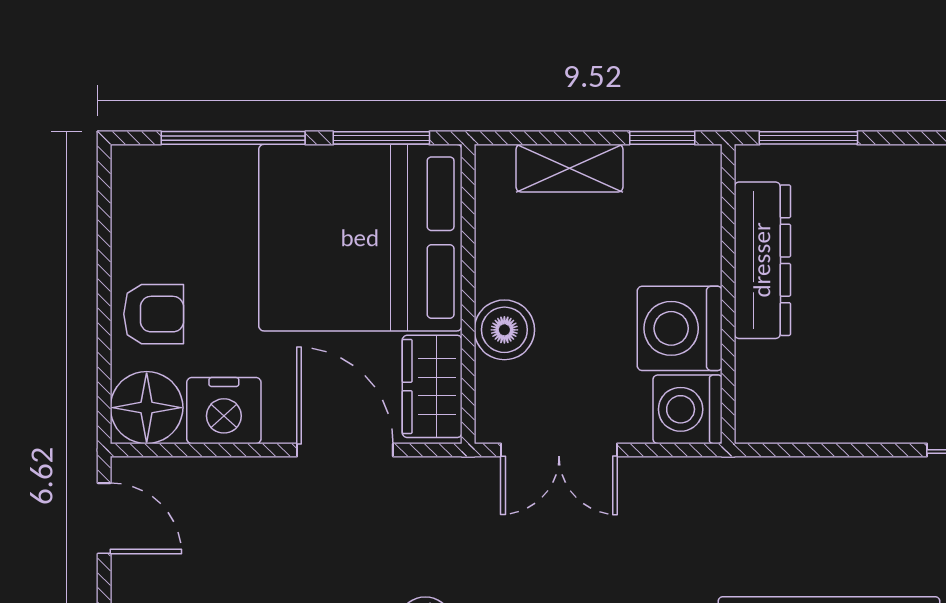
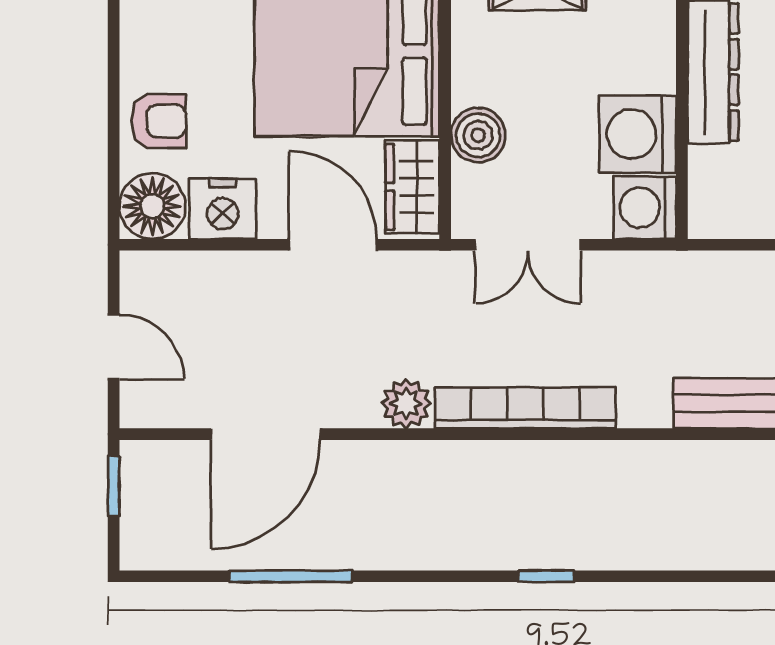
door: (104, 518) -> (114, 347), moved

